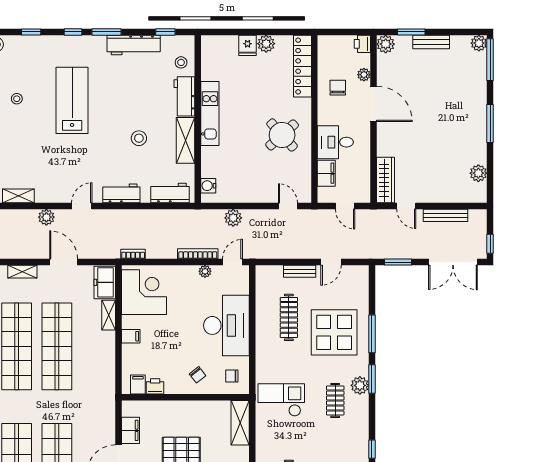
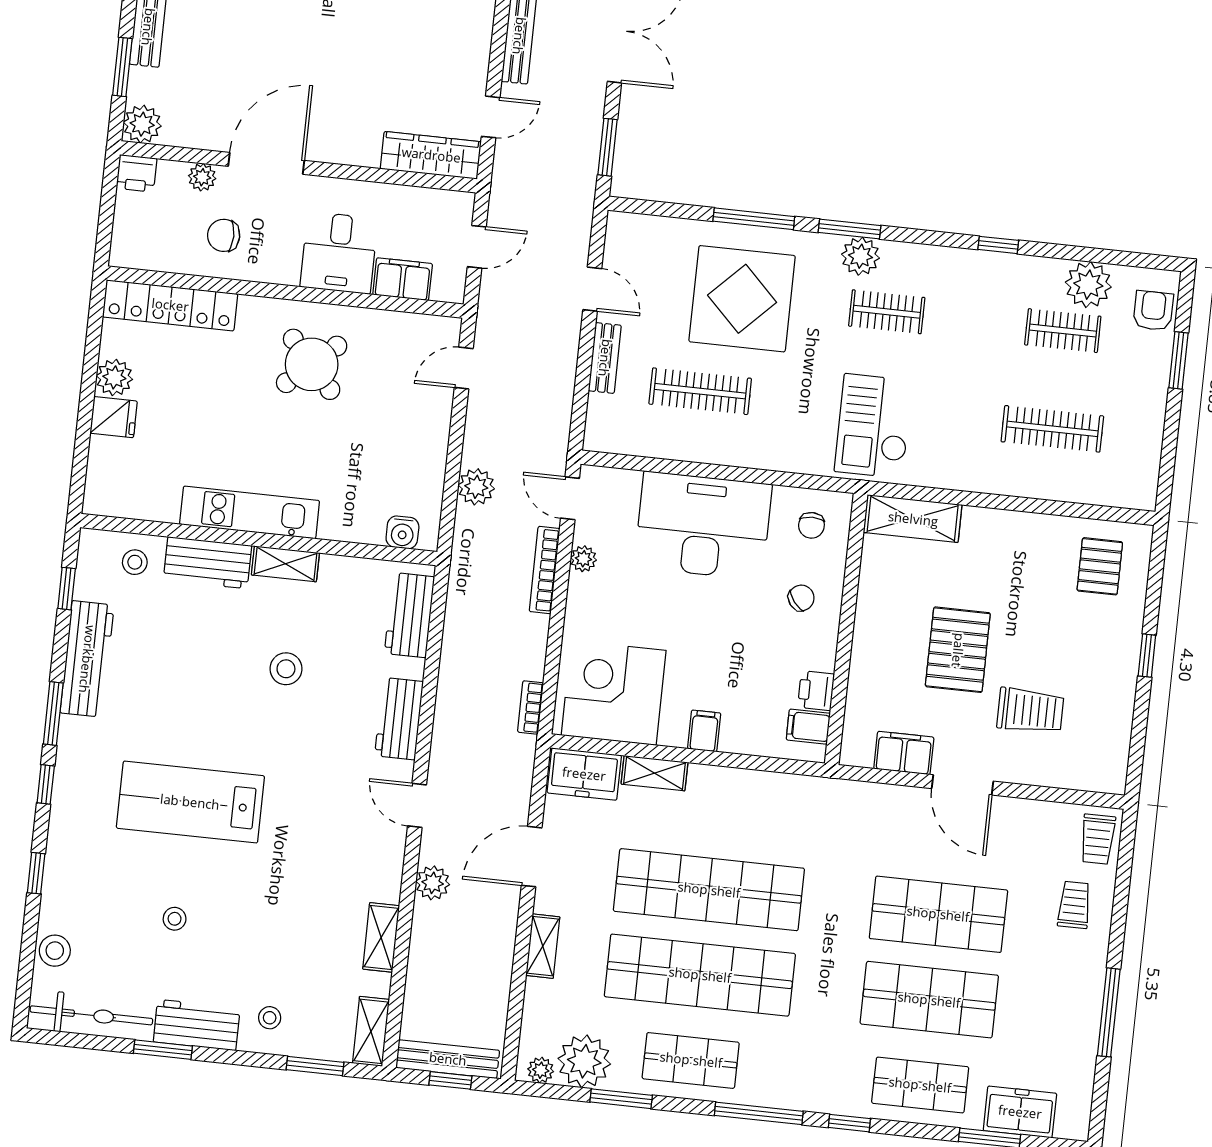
shelving: (185, 140) -> (285, 564), width x0.67, depth x0.75

